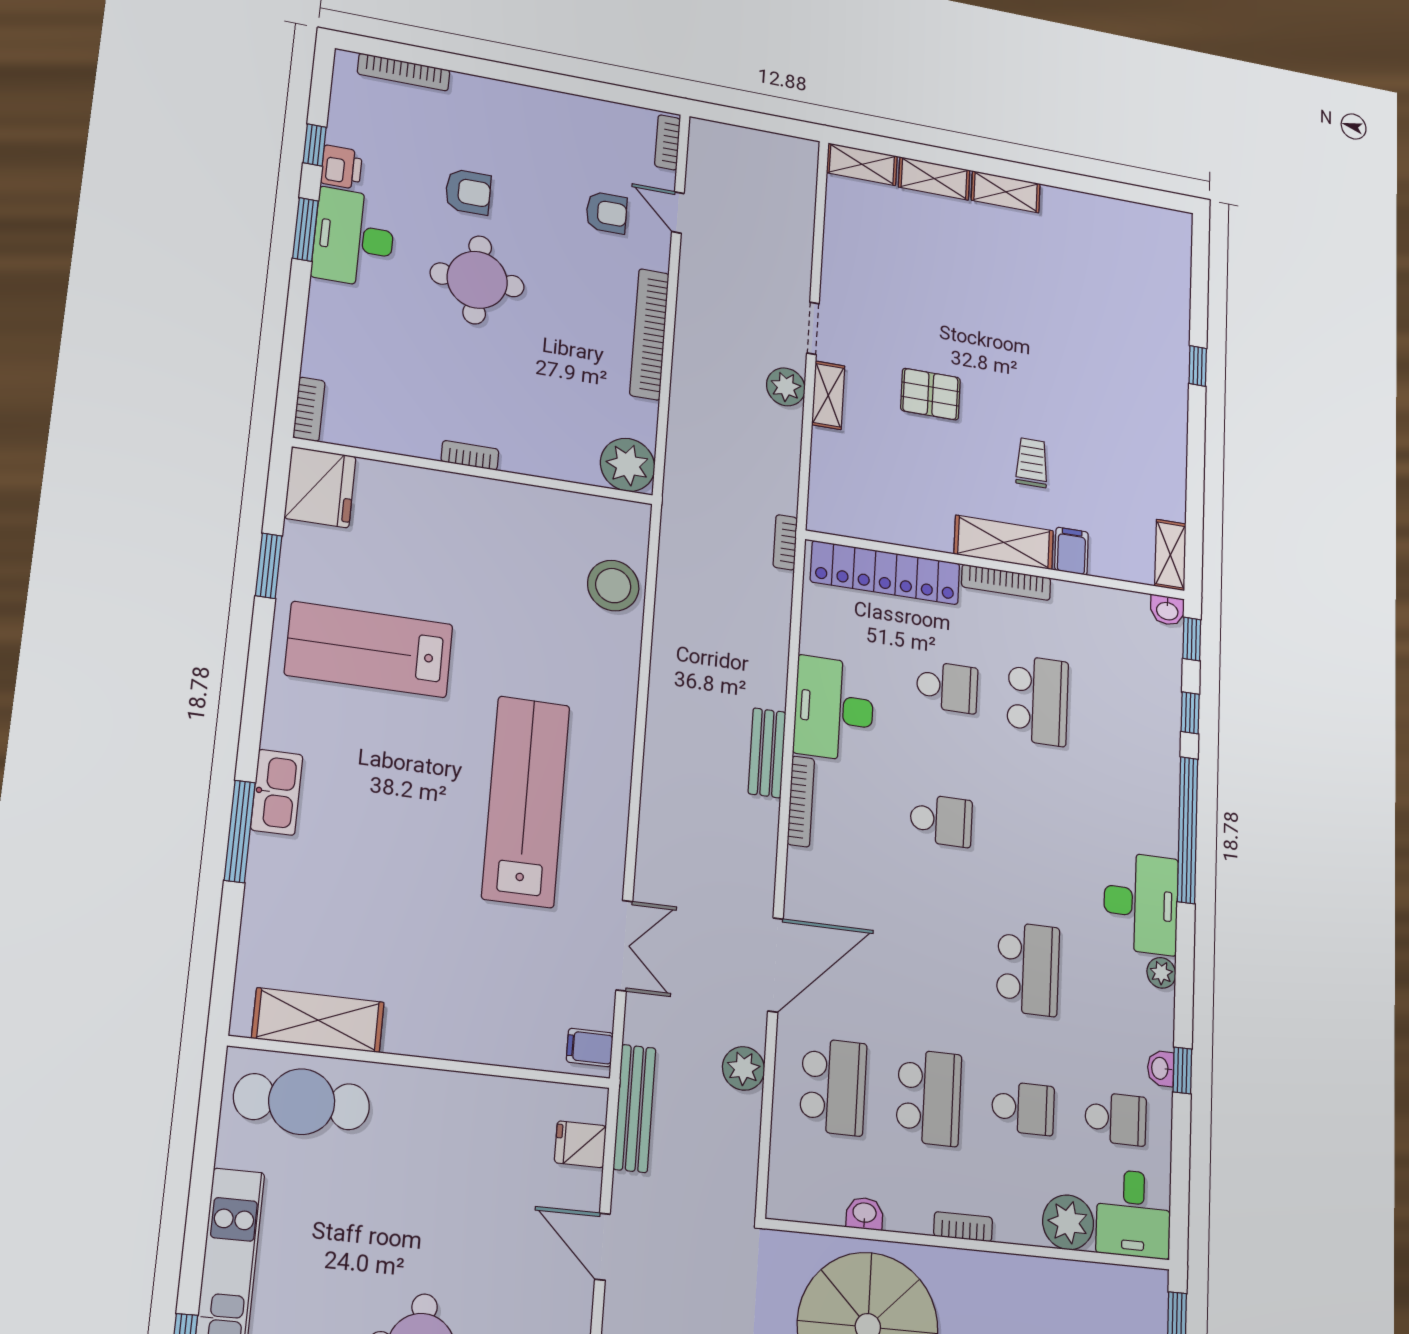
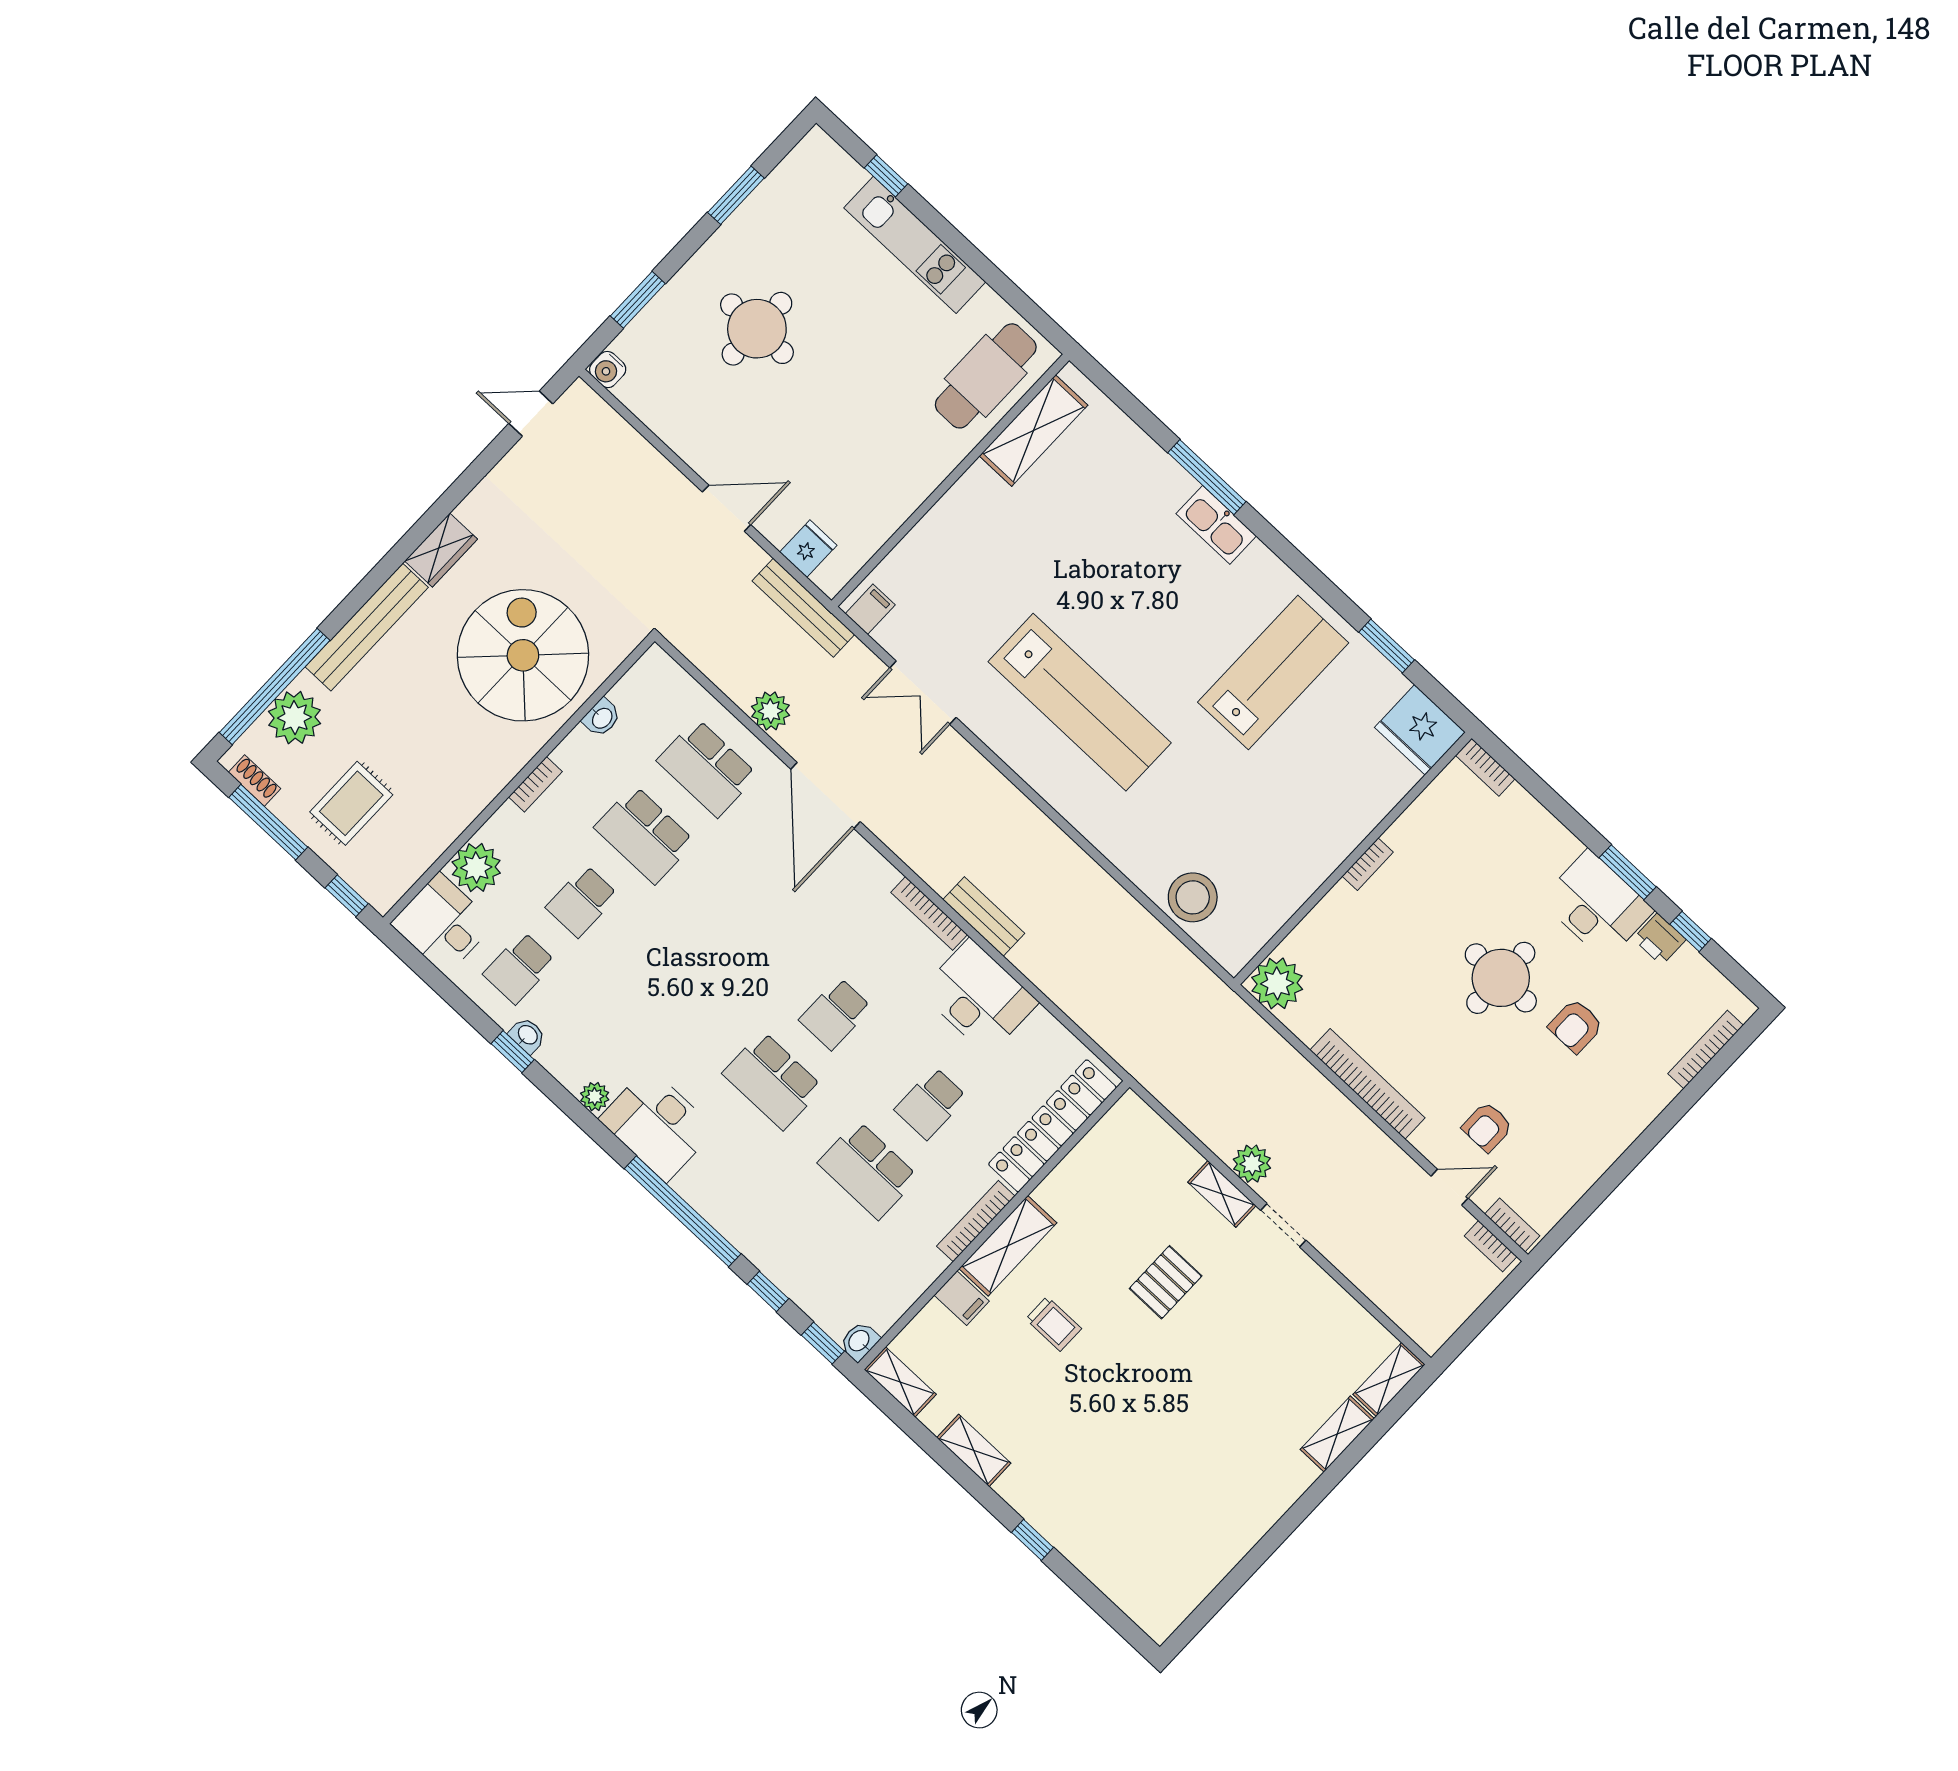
shelving: (1006, 192) -> (974, 1450), moved, turned 90
bookcase: (785, 542) -> (1491, 1246), moved, turned 180
school desk: (1028, 969) -> (773, 1080), moved

